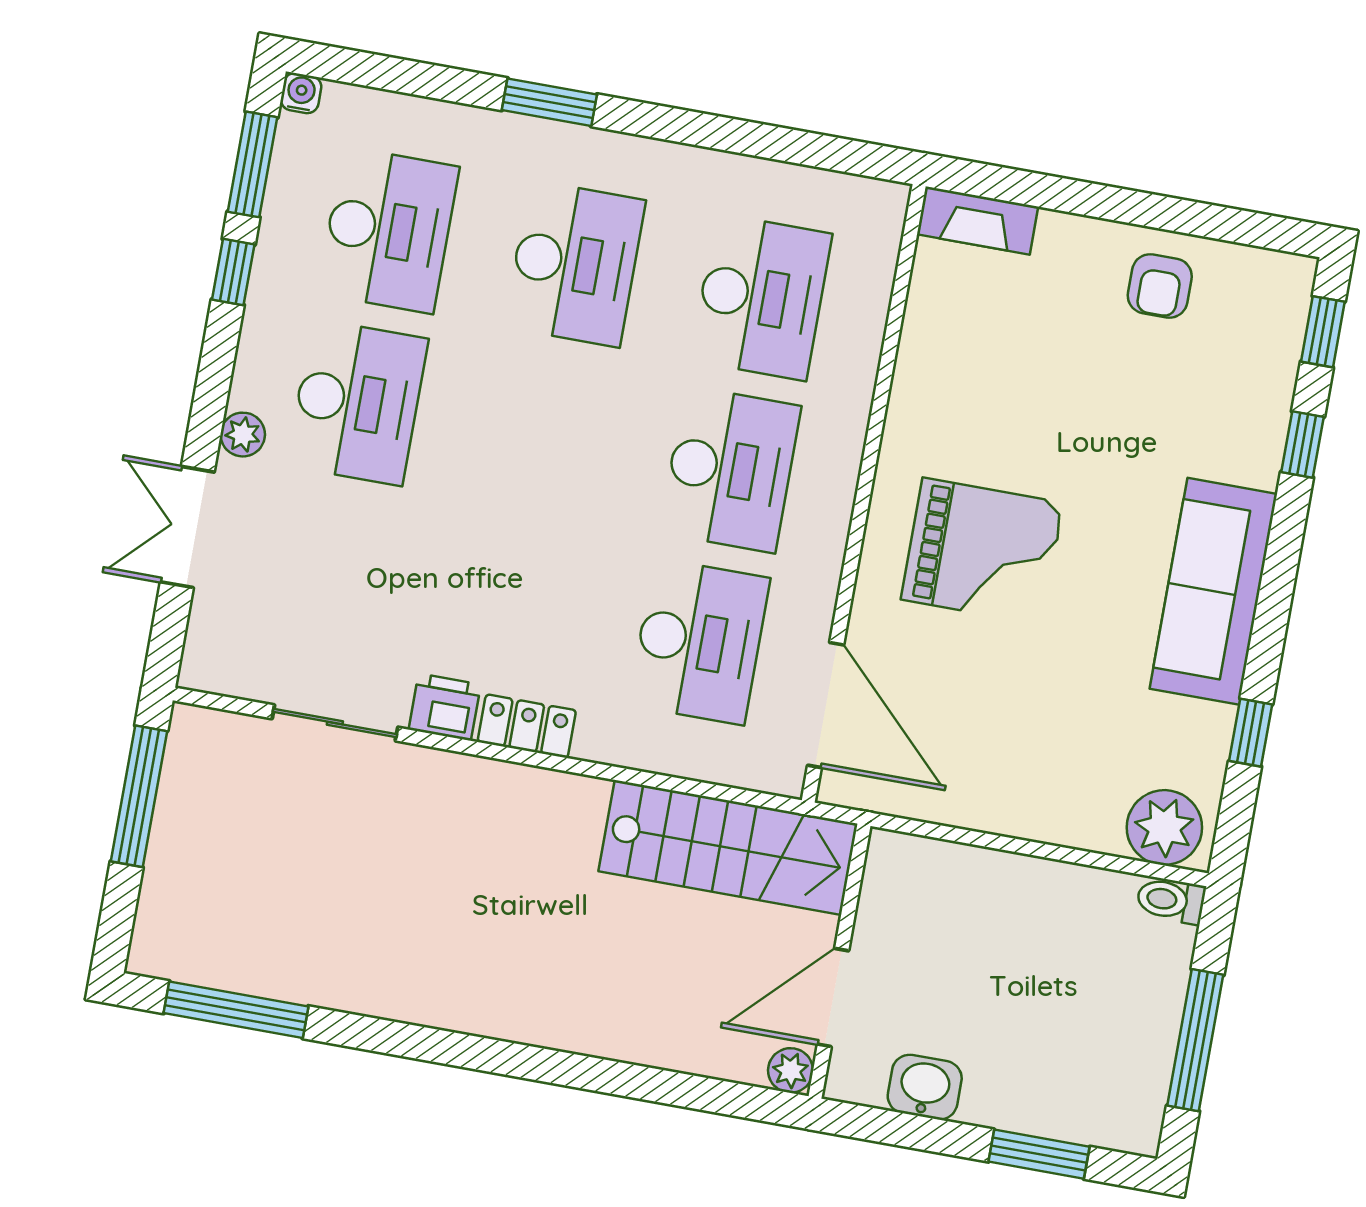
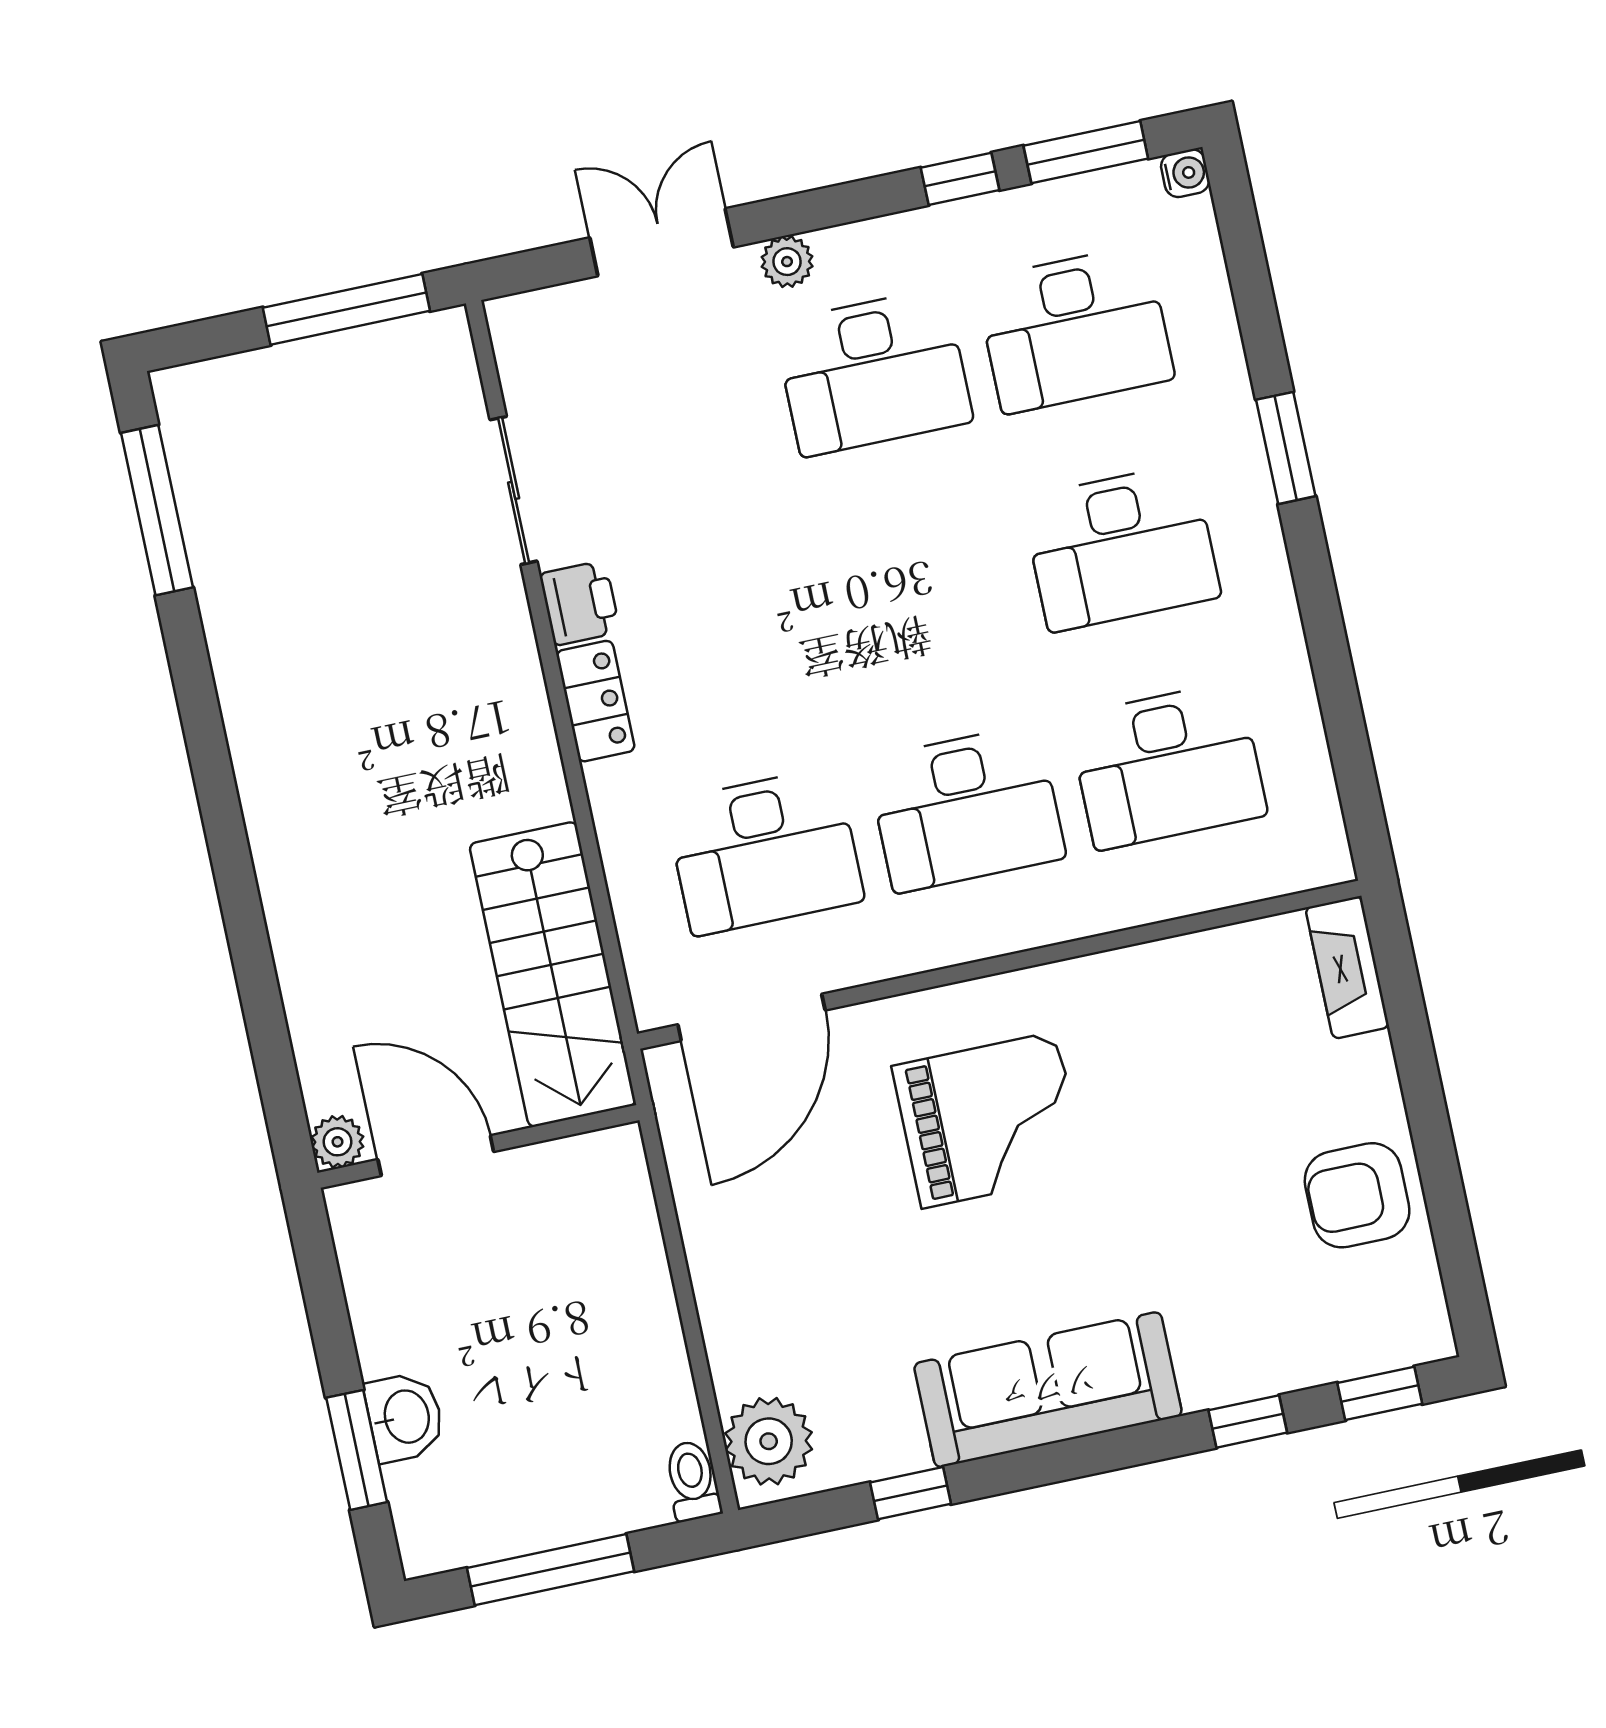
armchair: (1160, 286) -> (1357, 1195), width x1.38, depth x1.38
grand piano: (982, 551) -> (989, 1120), turned -90
washbasin: (925, 1087) -> (405, 1417), moved

